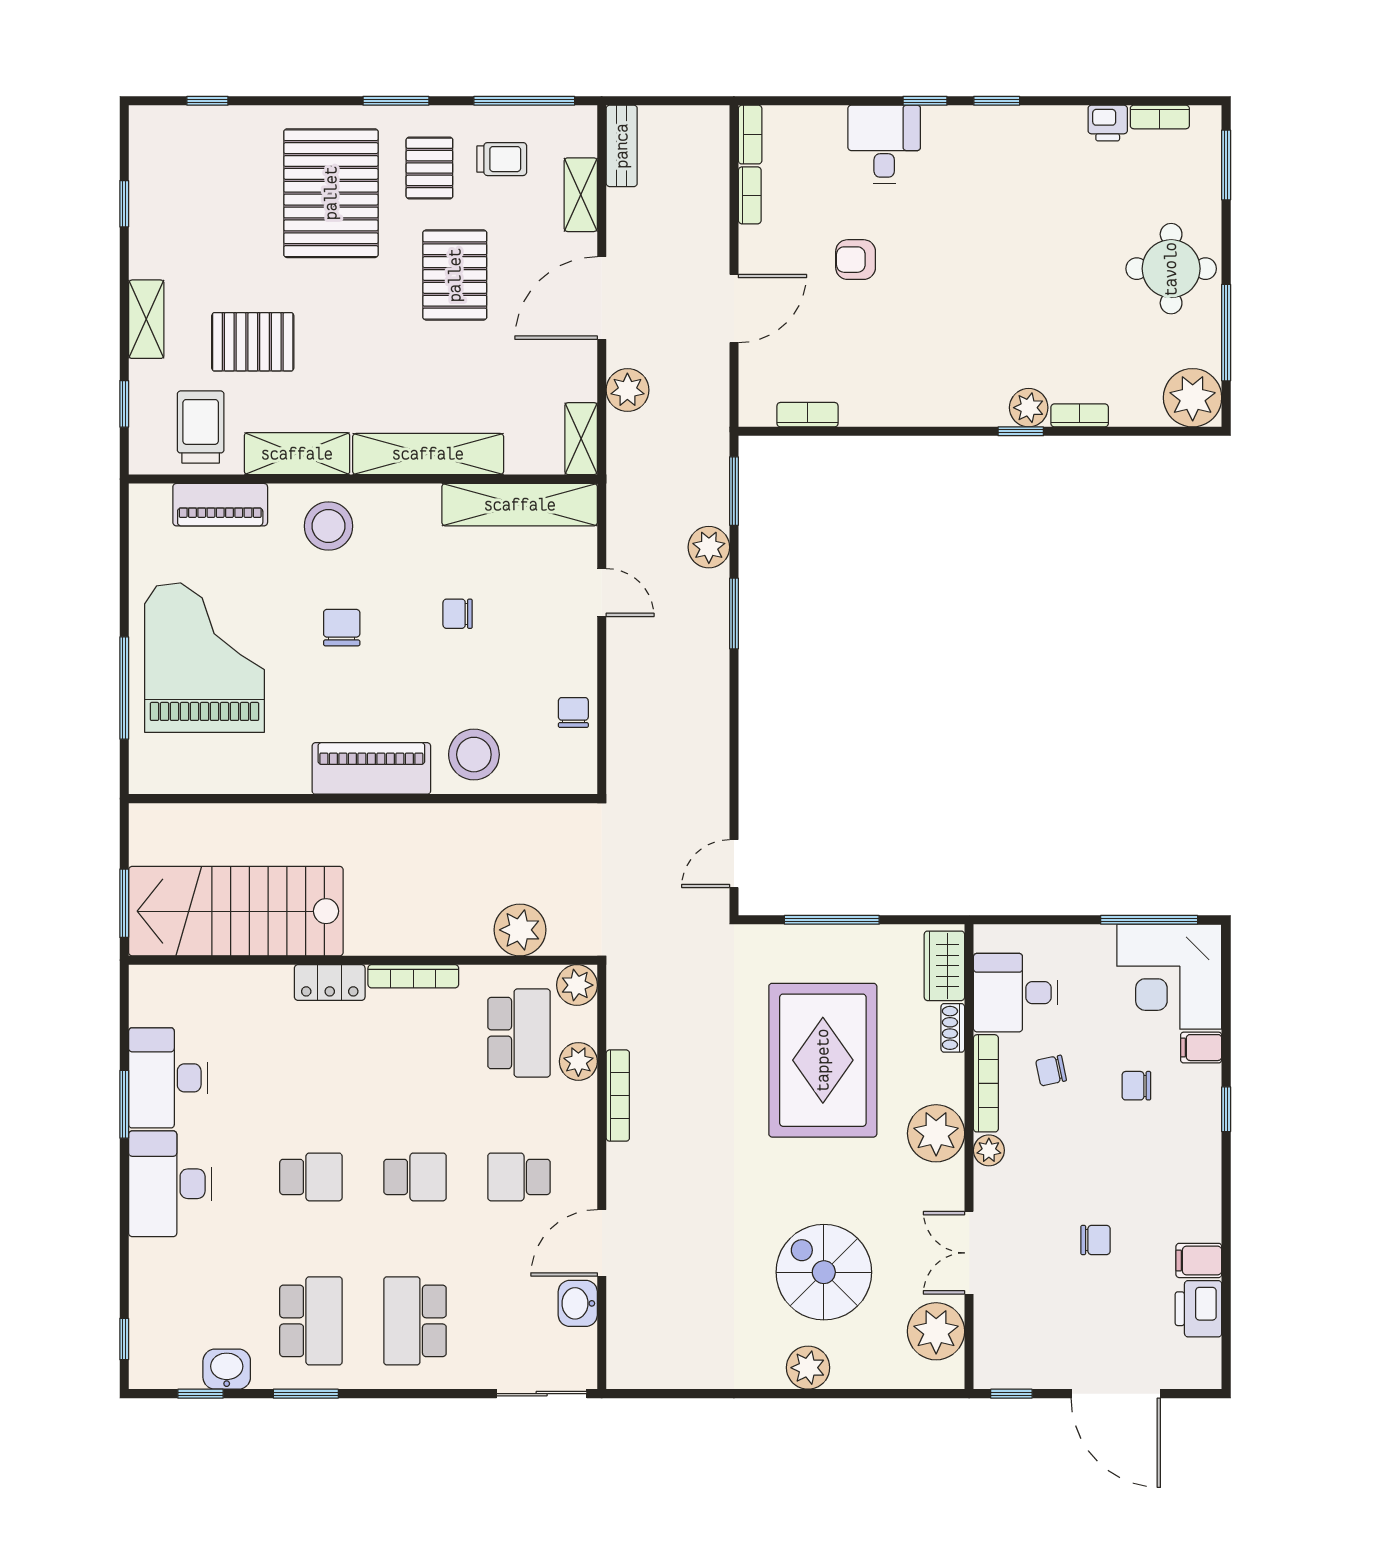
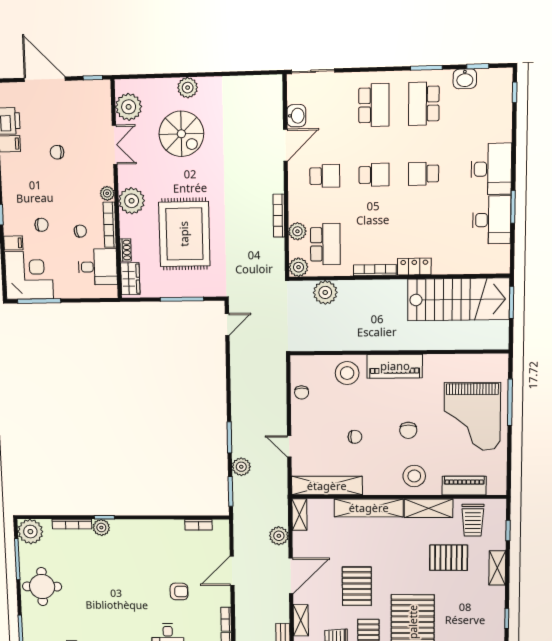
bookcase: (1080, 415) -> (72, 524), width x1.56
school desk: (519, 1033) -> (325, 244), turned 180
school desk: (415, 1177) -> (374, 175), turned 180

